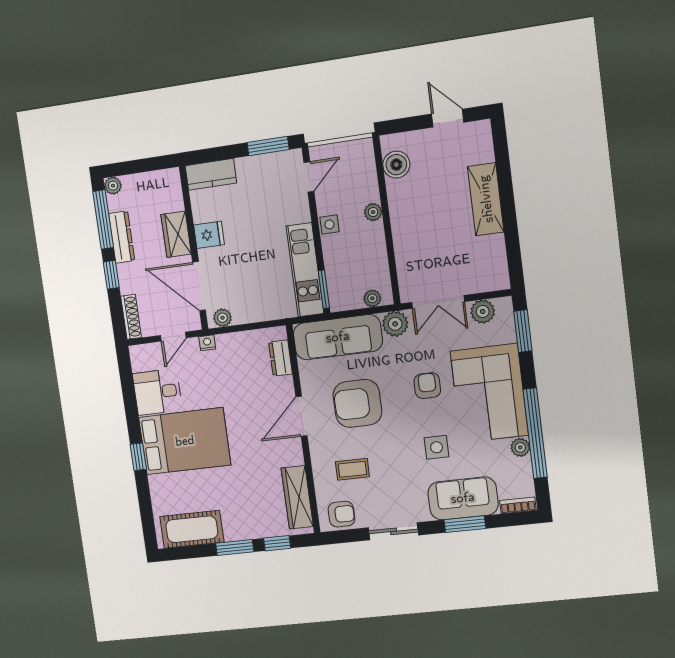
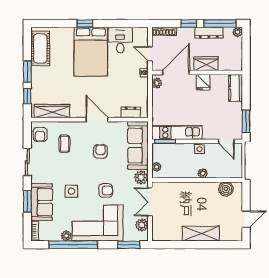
armchair: (357, 403) -> (100, 151), width x0.53, depth x0.53

